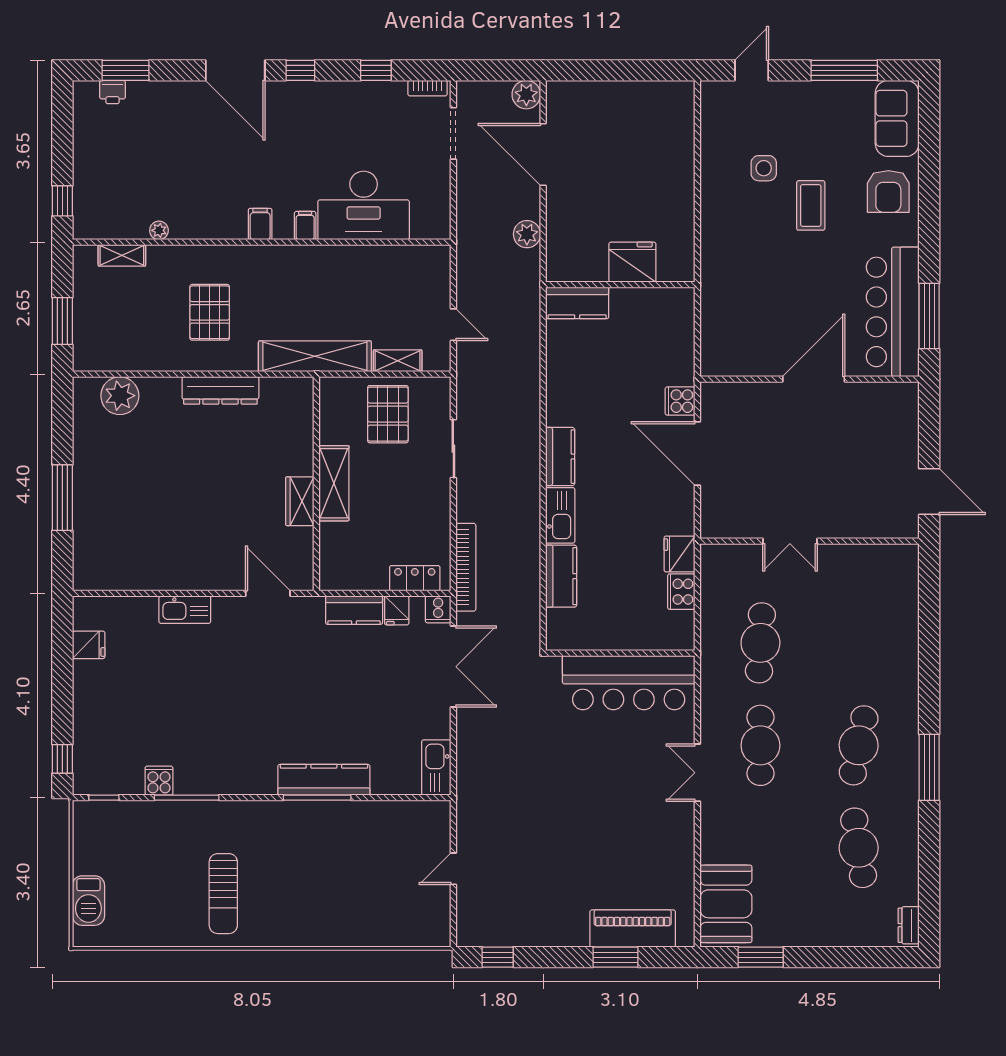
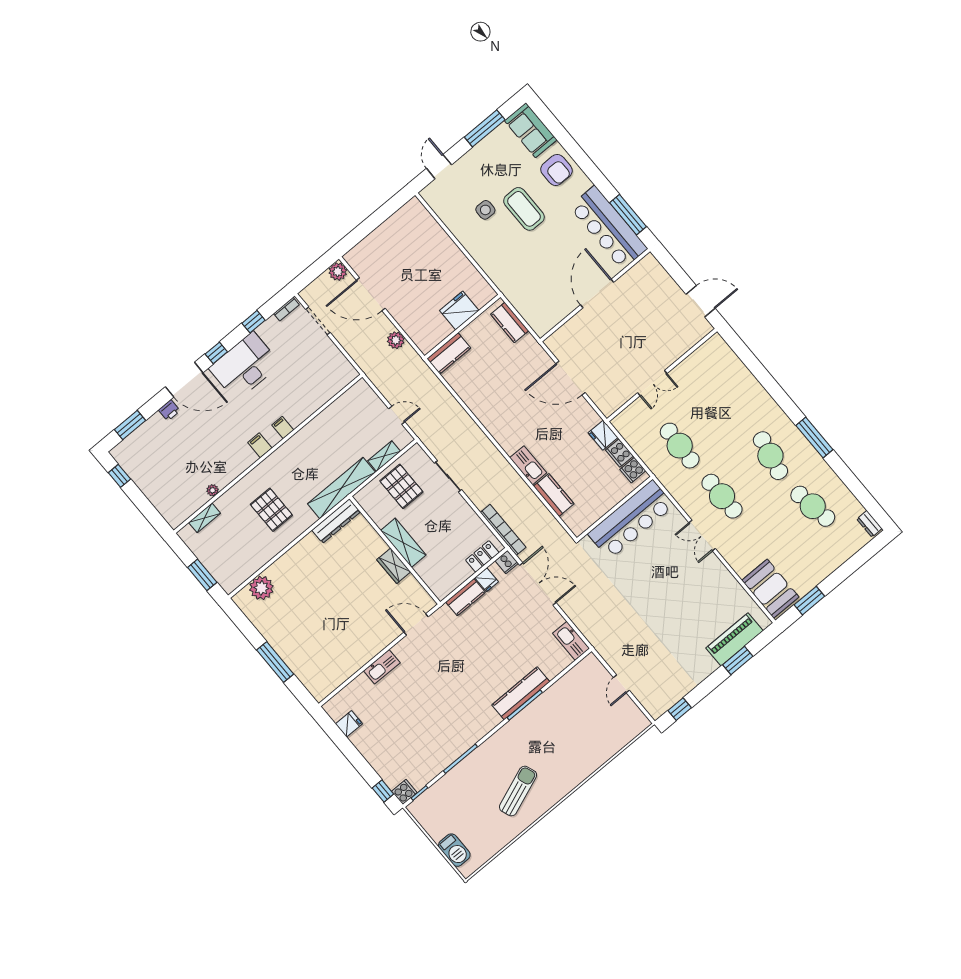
printer: (113, 92) -> (169, 410), moved
window: (62, 201) -> (119, 476), moved
desk: (364, 205) -> (245, 366), moved, turned 180
coffee table: (811, 205) -> (524, 209), width x1.36, depth x1.32
dresser: (220, 390) -> (336, 521), moved
cooker: (680, 401) -> (633, 470), moved
kitchen counter: (560, 457) -> (510, 322), moved, turned 180
cooker: (159, 781) -> (404, 792), moved, turned 90
sun lounger: (223, 894) -> (518, 791), turned -111

